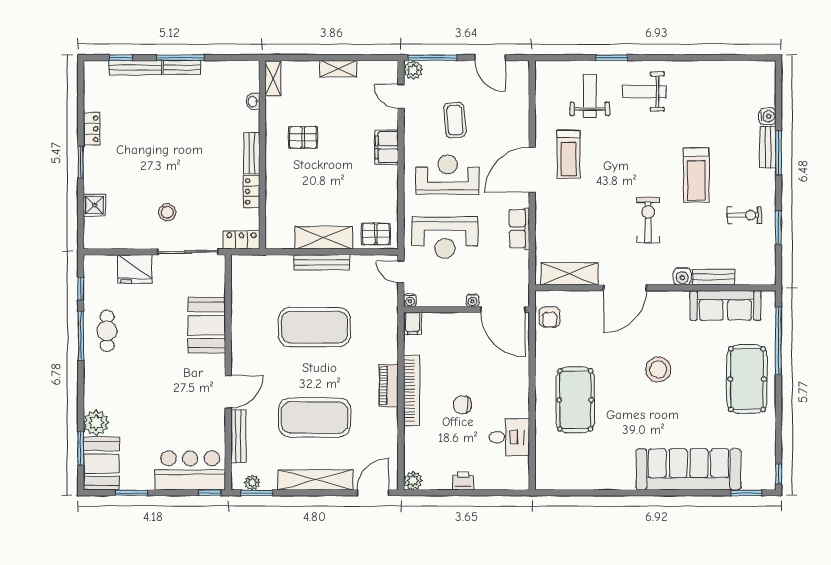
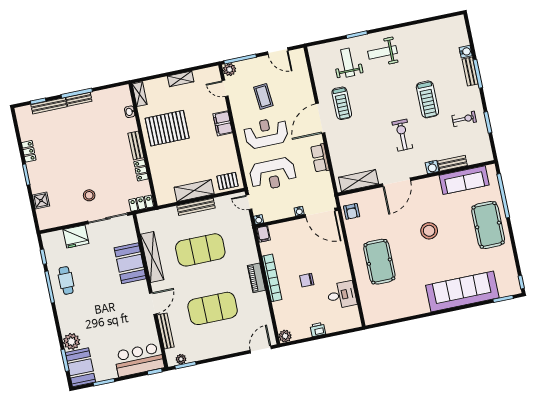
pallet: (303, 137) -> (167, 128), width x2.05, depth x2.00
shelving: (315, 480) -> (152, 257), moved, turned 90

